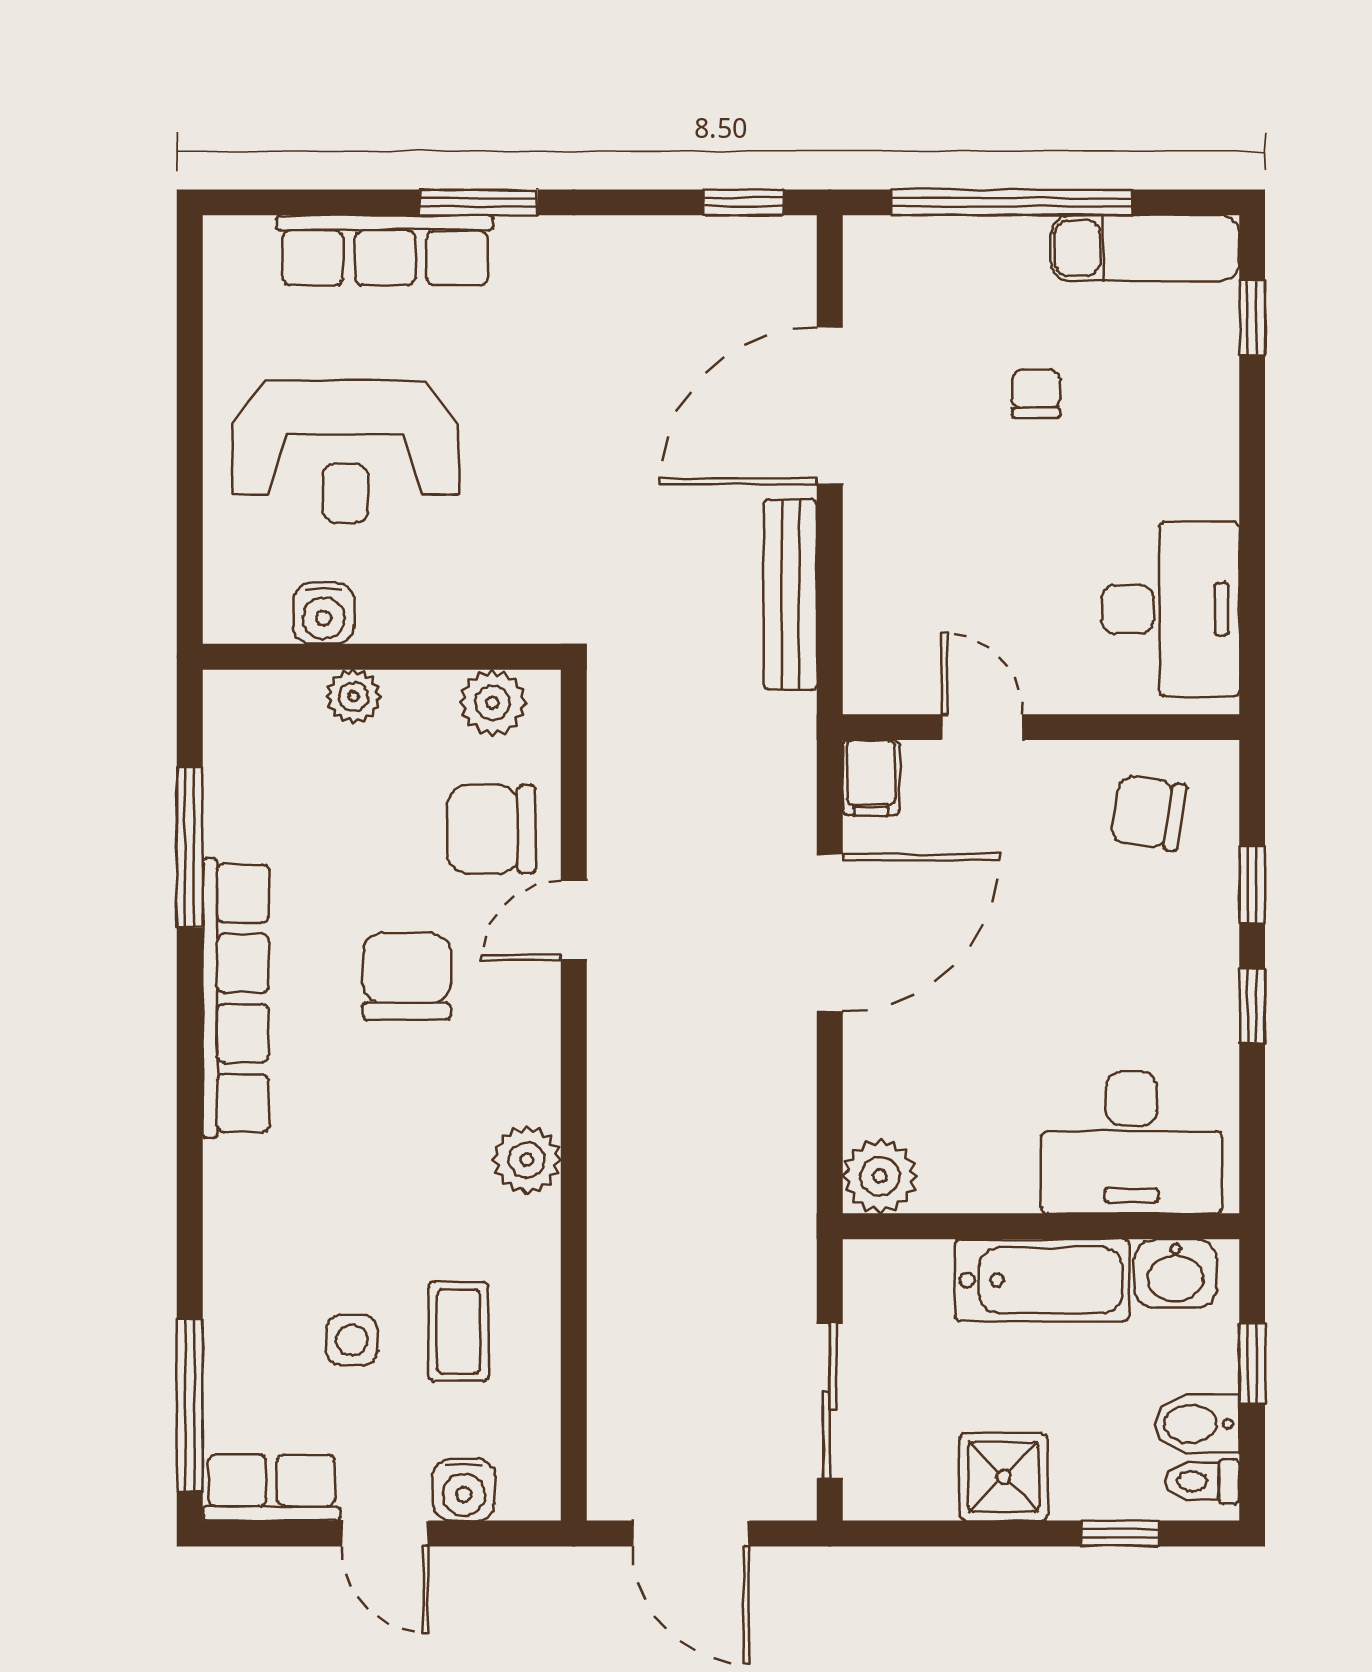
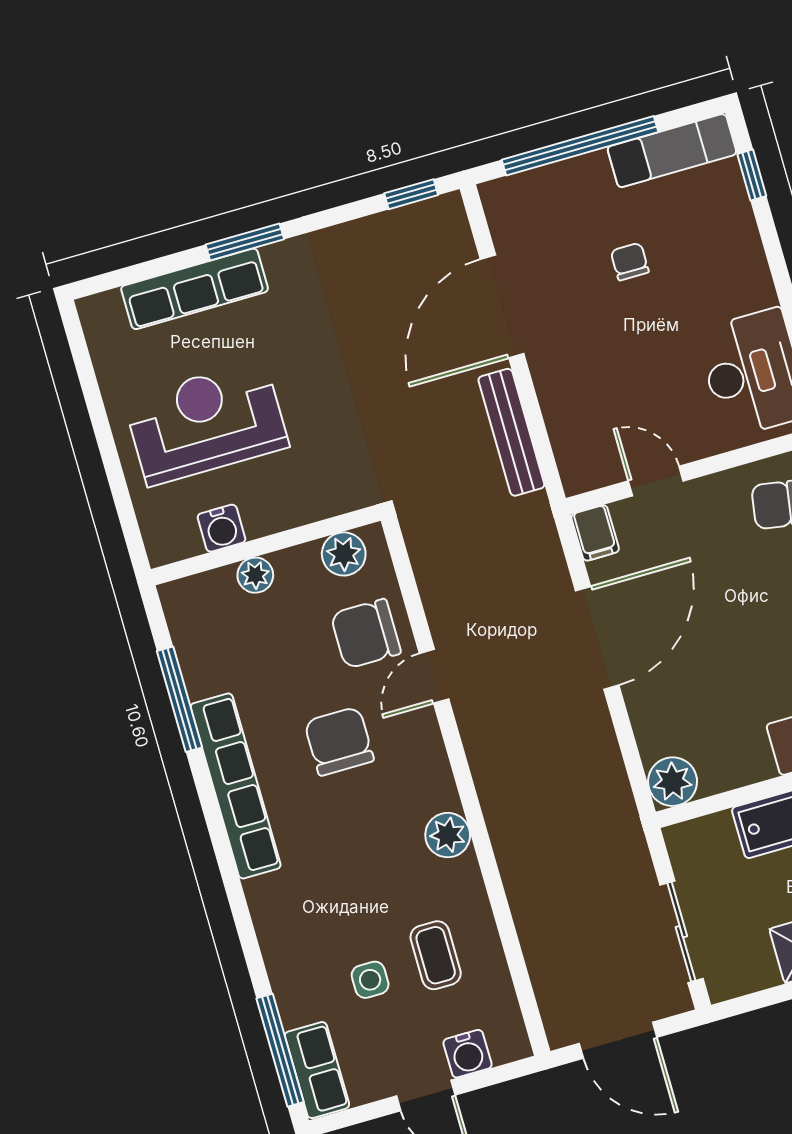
reception desk: (345, 452) -> (206, 423), turned 180
row of seats: (272, 1488) -> (317, 1070), moved, turned 90

